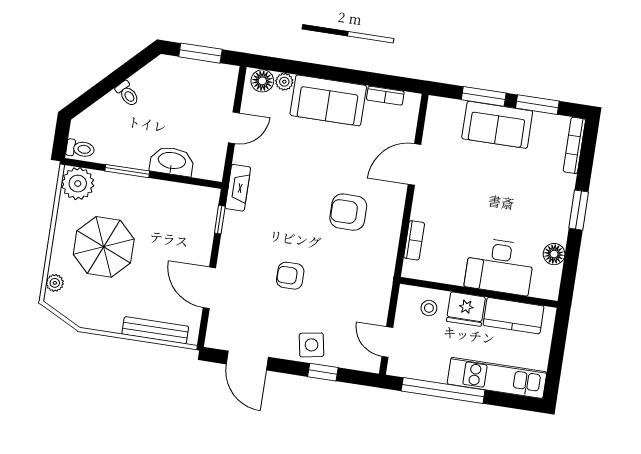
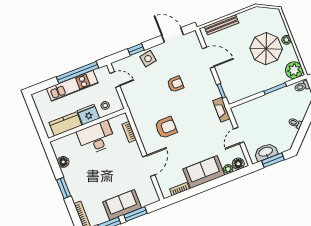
washbasin: (172, 161) -> (266, 152), moved, turned 180
desk: (500, 266) -> (96, 138), moved
plant: (55, 283) -> (286, 40), moved
kitchen unit: (497, 378) -> (72, 86), moved

